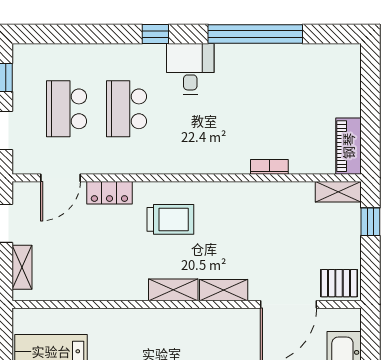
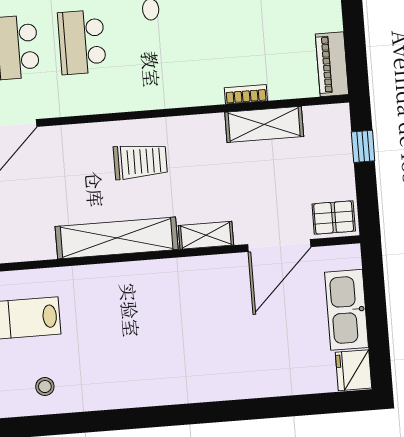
shelving: (338, 192) -> (264, 124), moved, width x1.50, depth x1.33
locker: (109, 193) -> (70, 137), removed
shelving: (173, 290) -> (117, 238), width x2.20, depth x1.33

